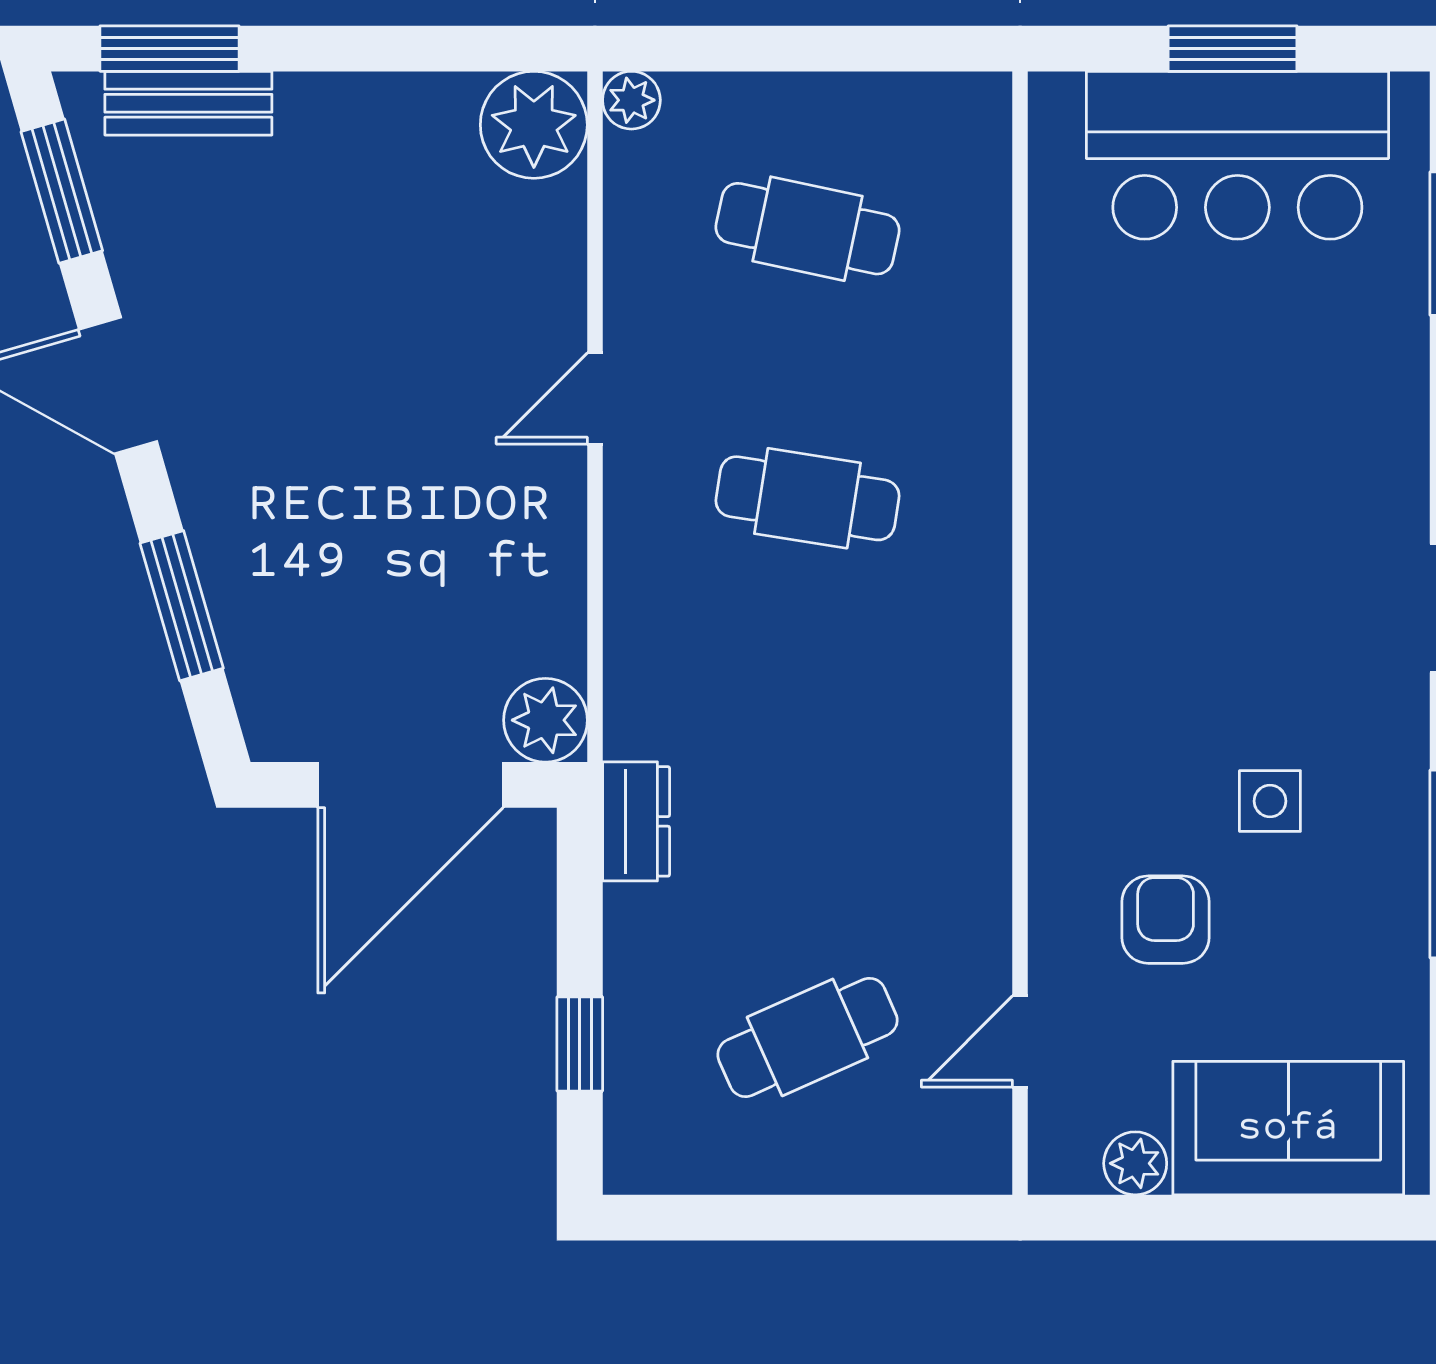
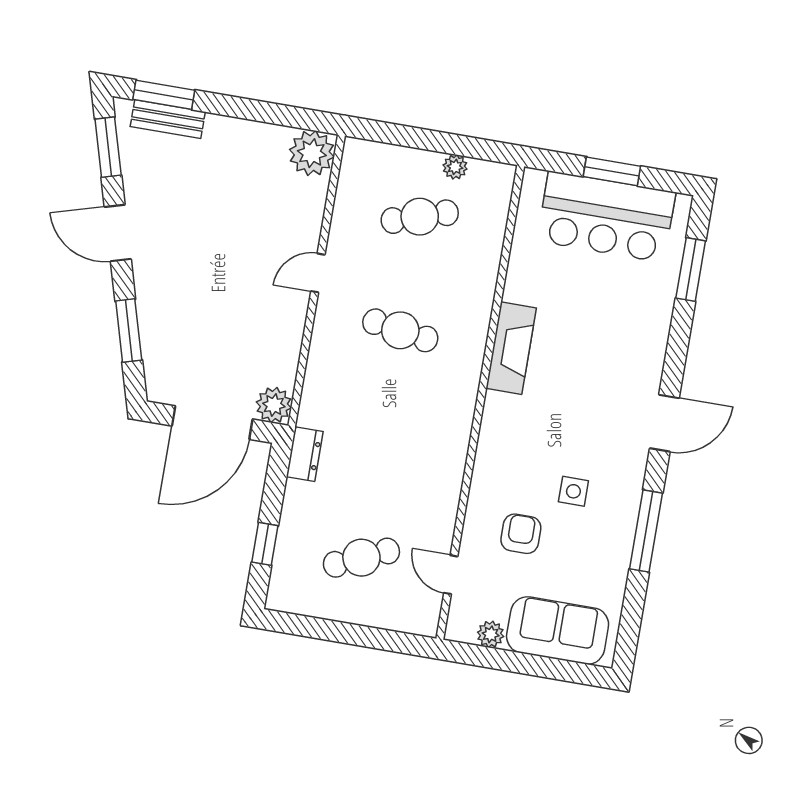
plant: (631, 100) -> (455, 167), moved
cafe table: (807, 229) -> (420, 217), turned -30
fireplace: (1070, 496) -> (511, 348), added
door: (1020, 1042) -> (451, 575), hinge flipped

